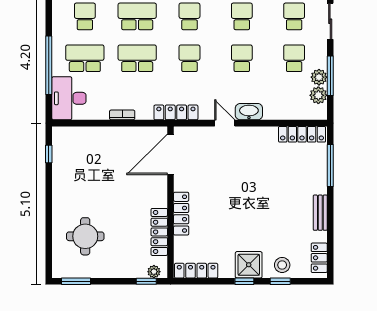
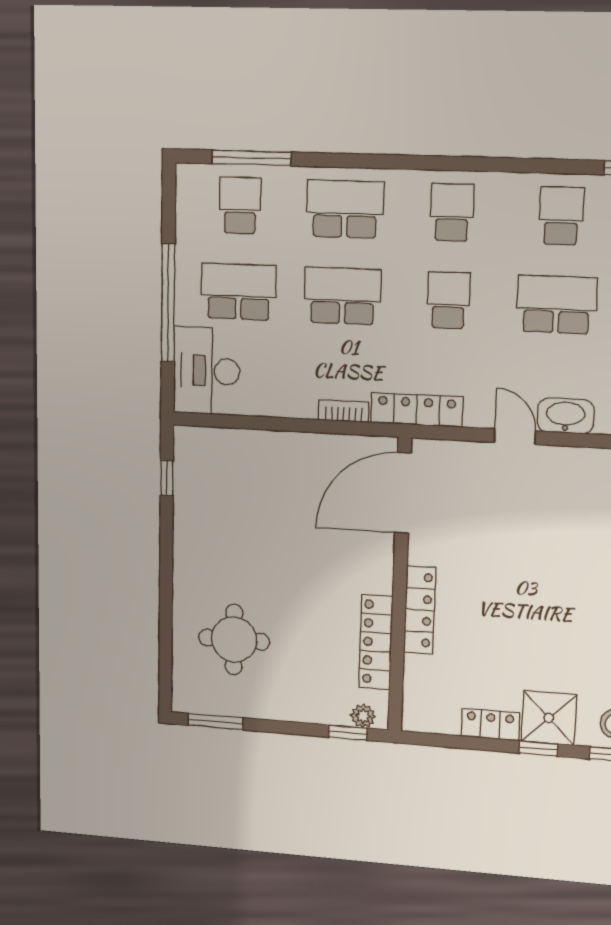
school desk: (242, 58) -> (557, 305), width x1.85
bookcase: (122, 115) -> (344, 411), moved
locker: (196, 271) -> (490, 725), moved, width x0.66

